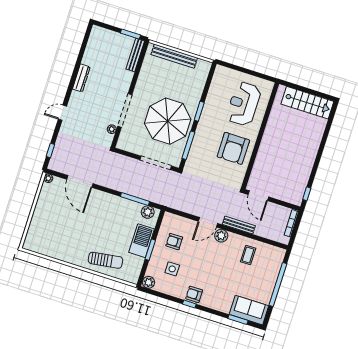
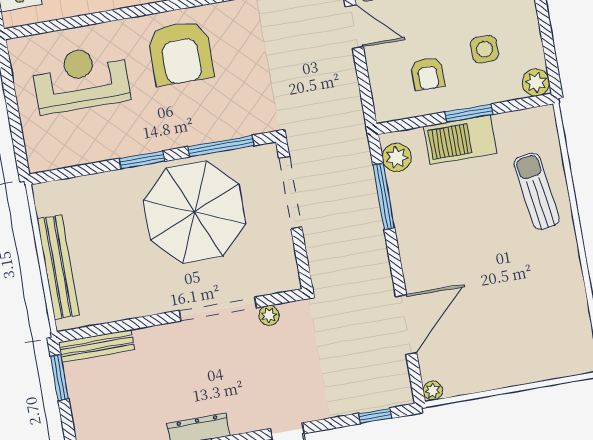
reception desk: (244, 104) -> (81, 79), turned 180
armchair: (233, 148) -> (180, 53), turned 90

